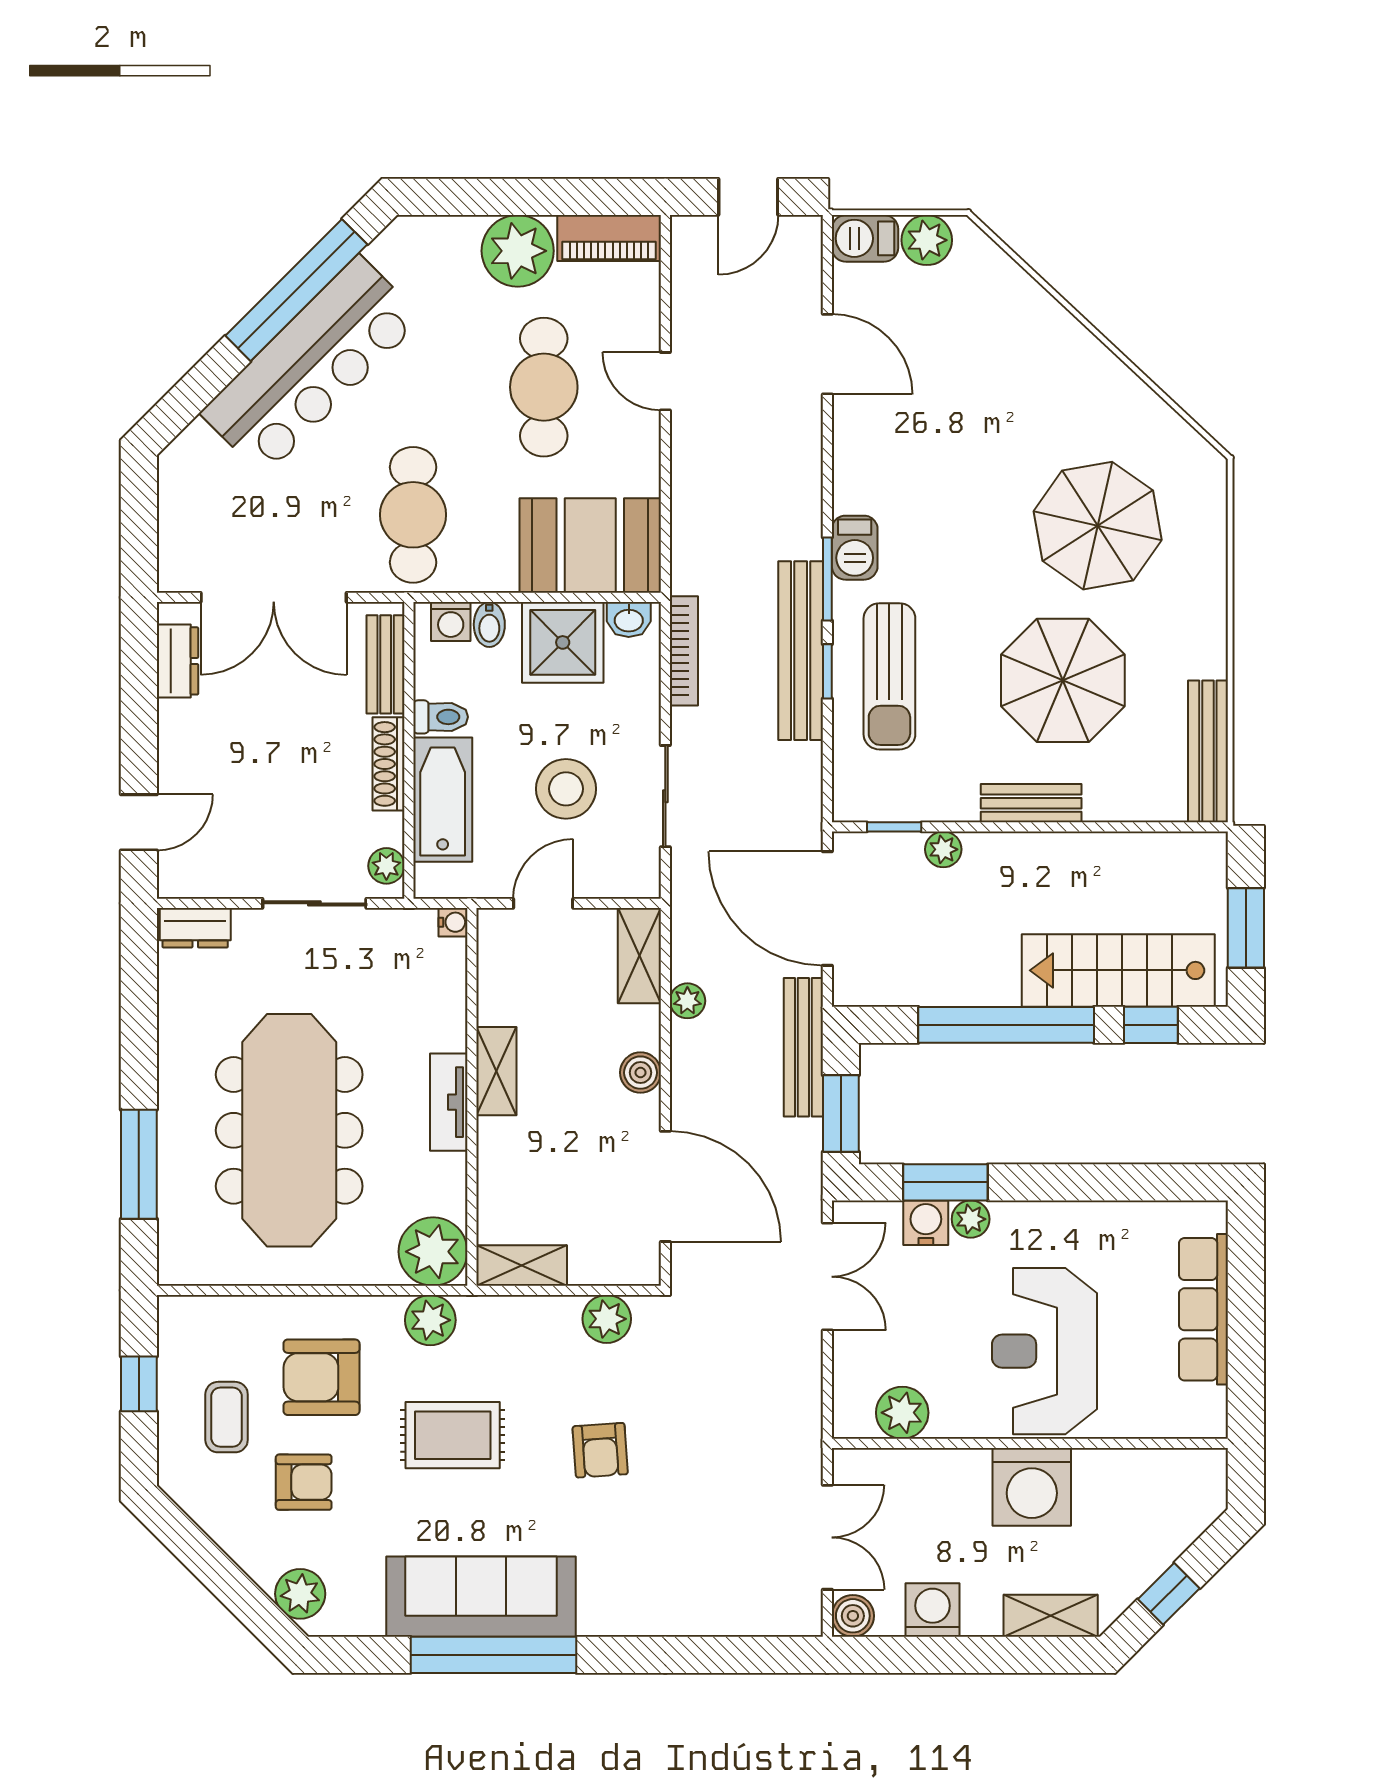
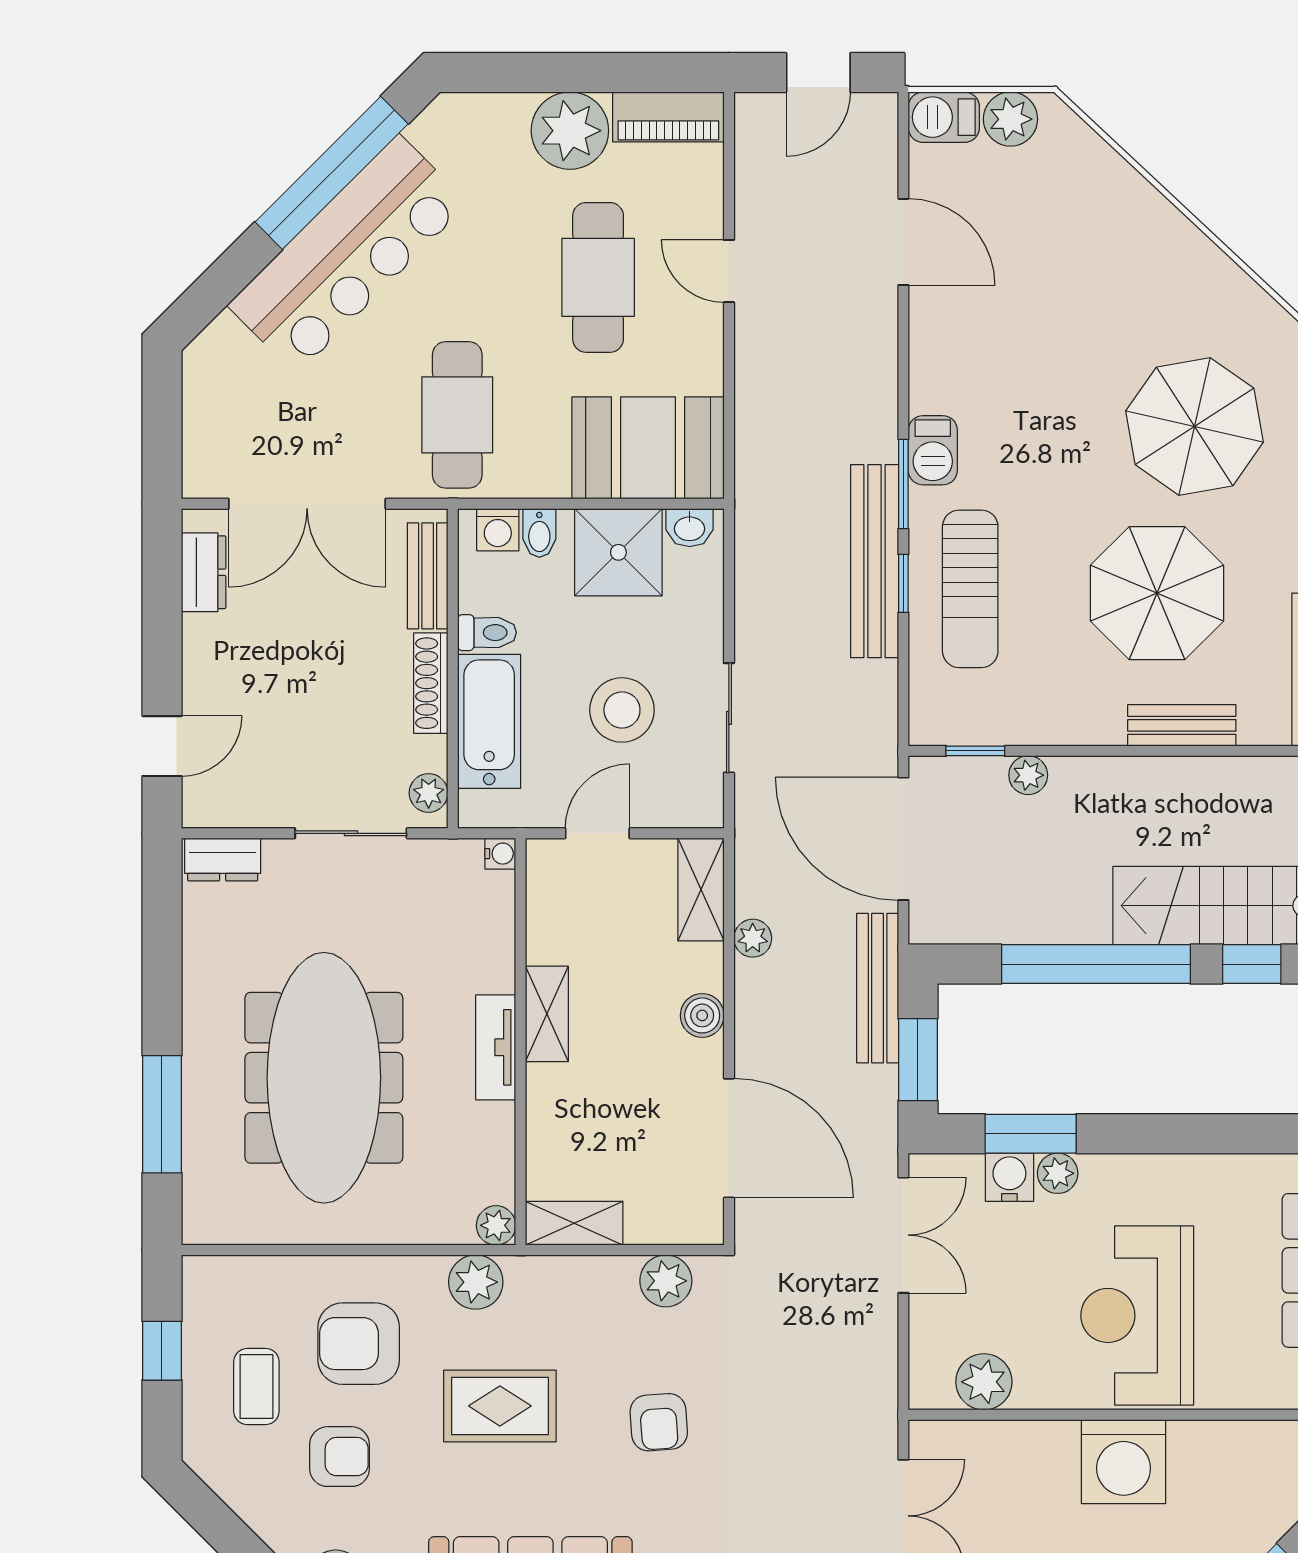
bookcase: (684, 651) -> (749, 561), removed
bench: (1031, 803) -> (1182, 725), moved
plant: (433, 1252) -> (496, 1225), width x0.53, depth x0.53

